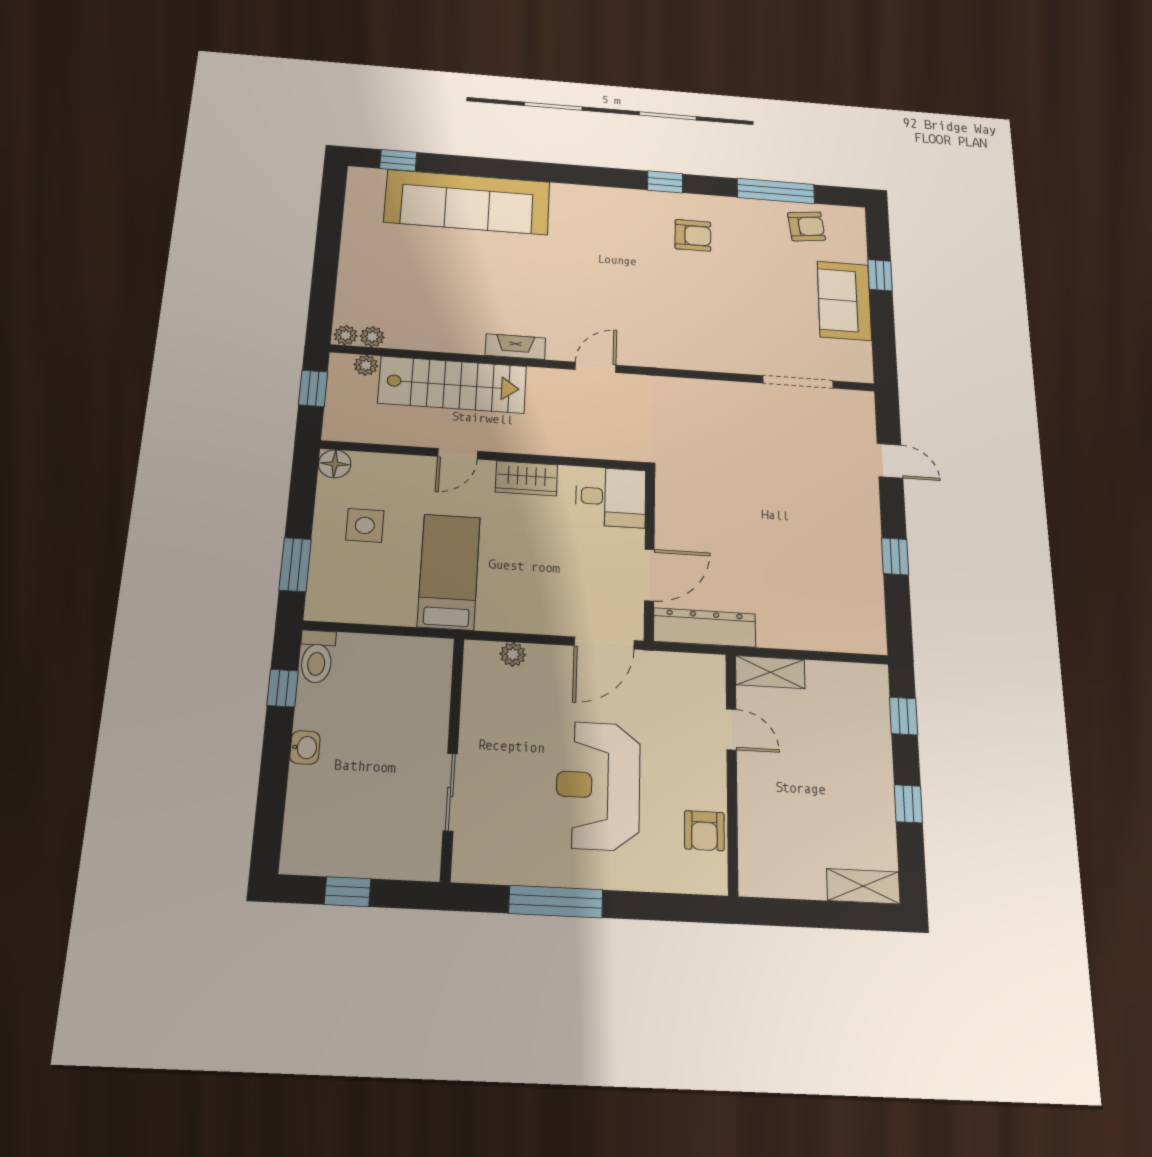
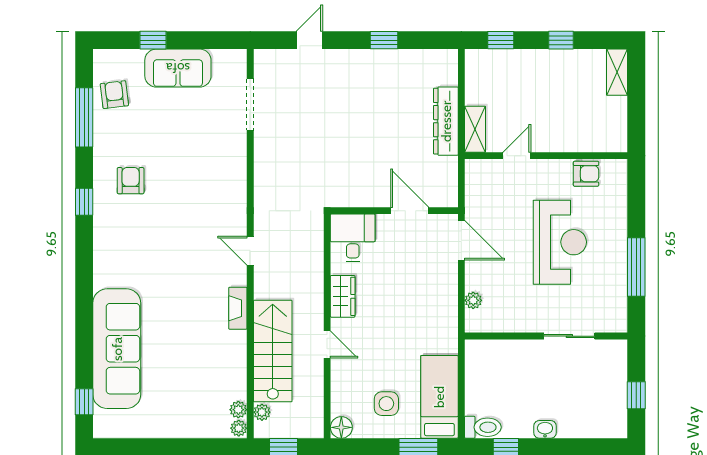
bed: (449, 572) -> (439, 397), moved, turned 90
dresser: (705, 627) -> (446, 121), moved
reception desk: (598, 786) -> (560, 242), turned -90

